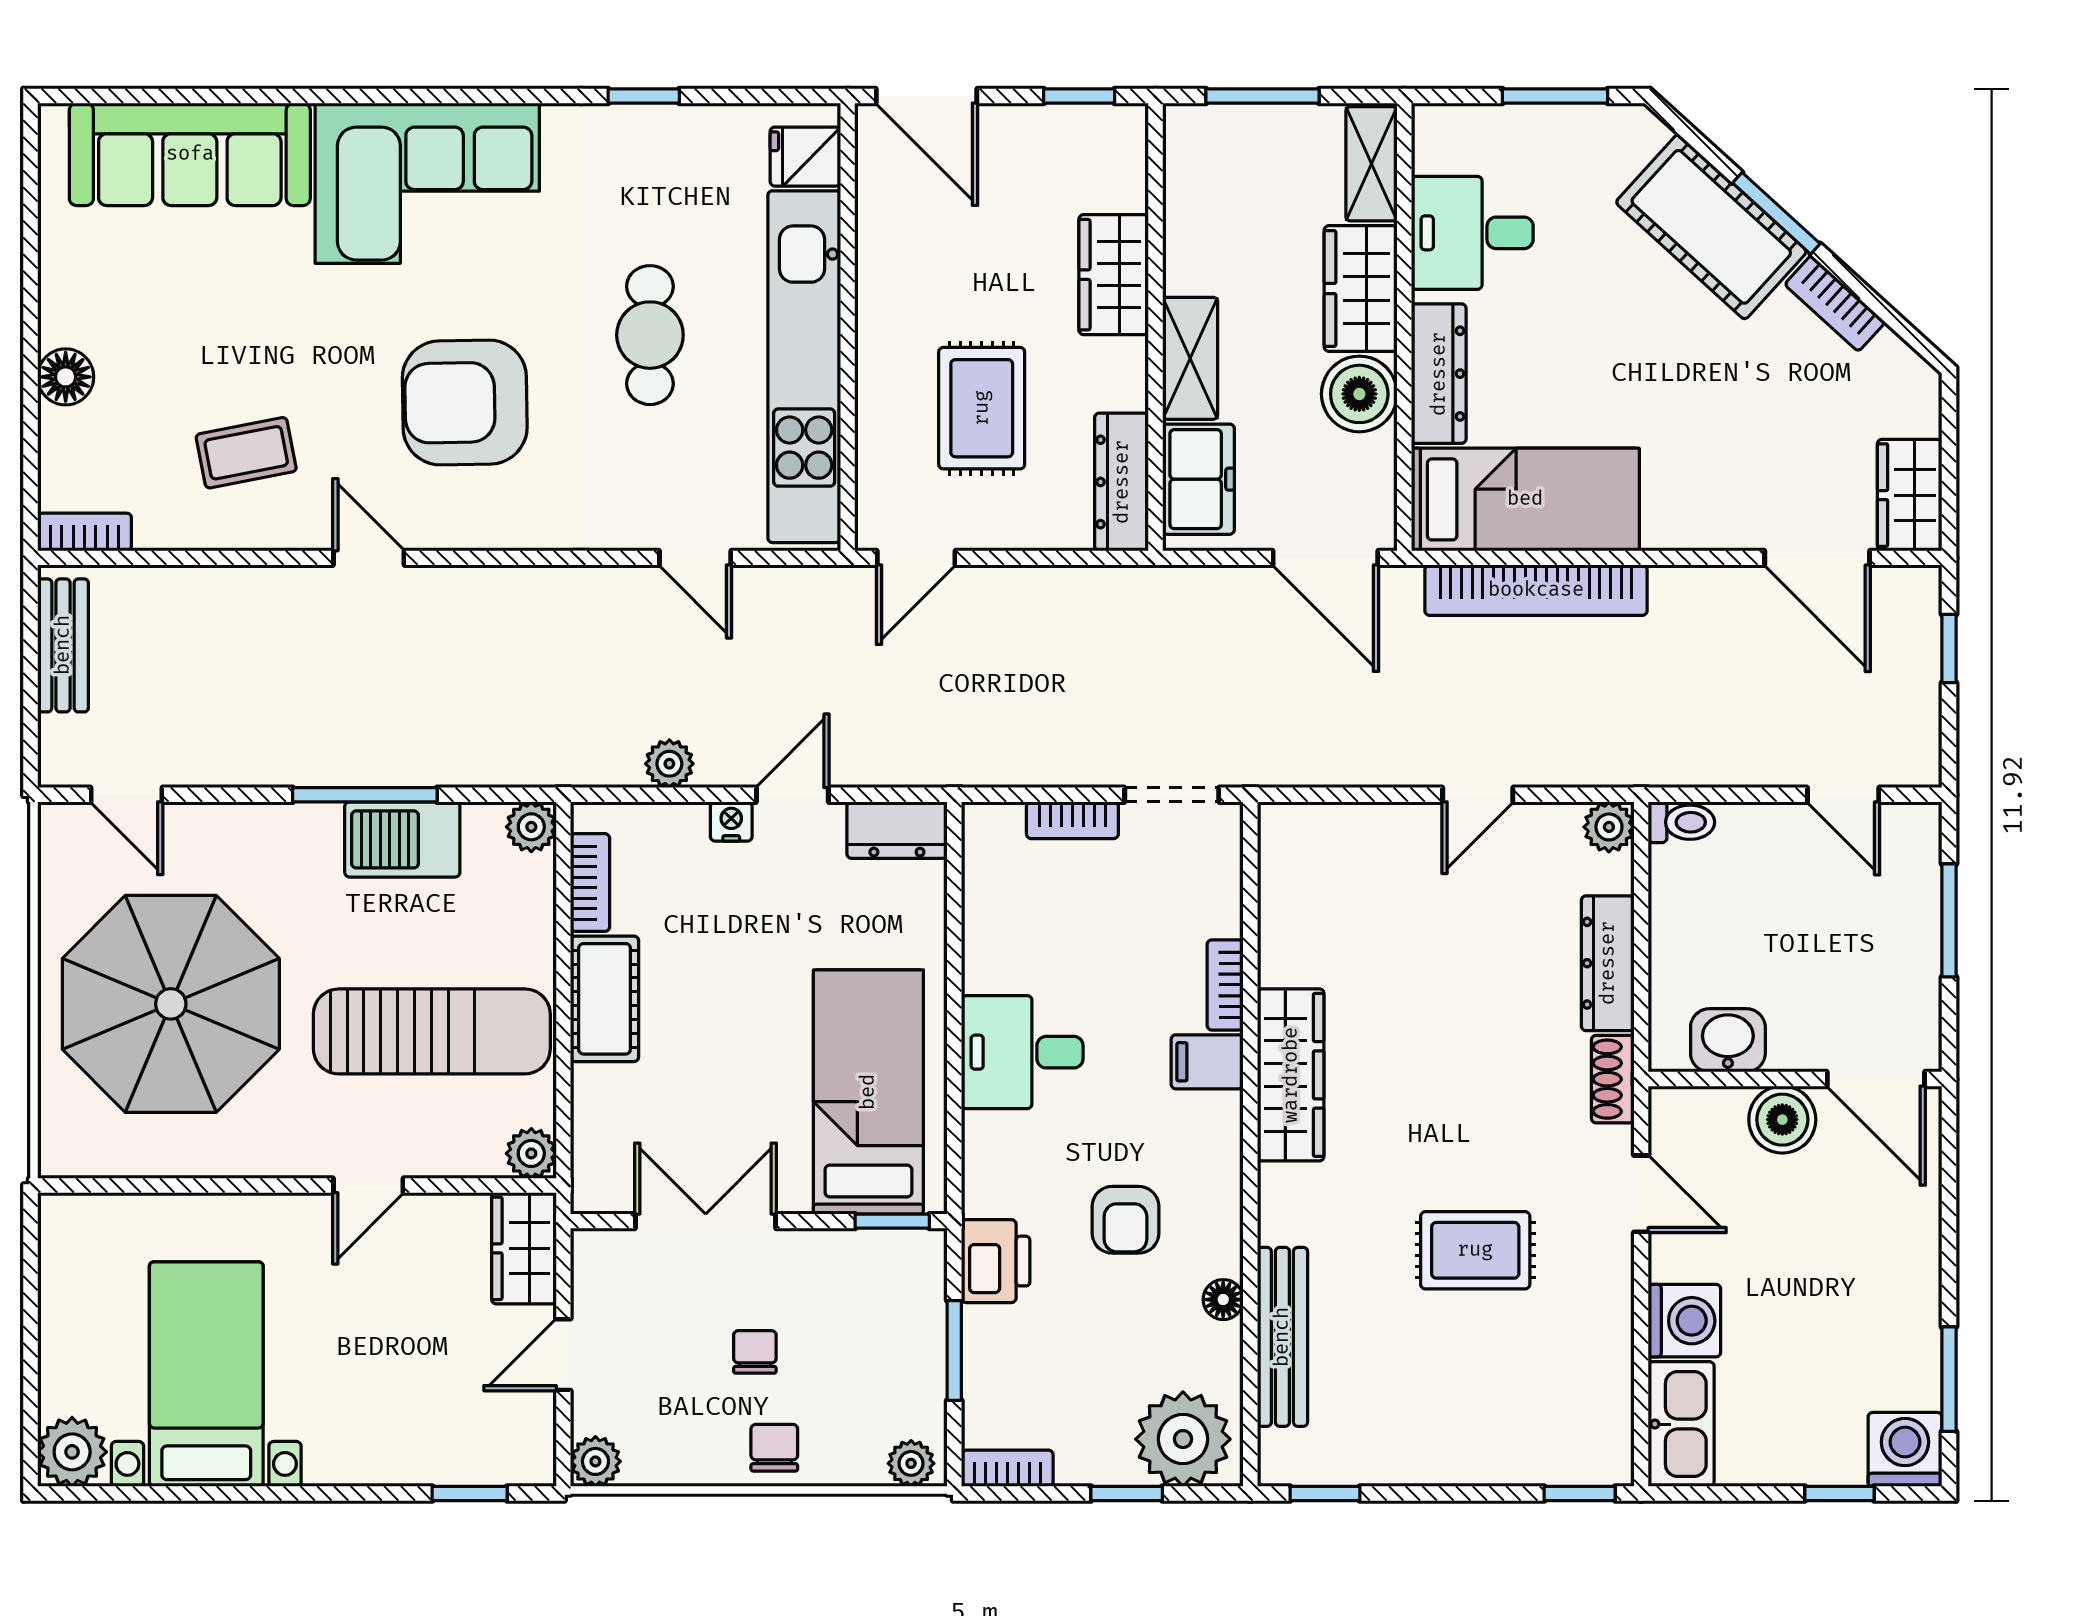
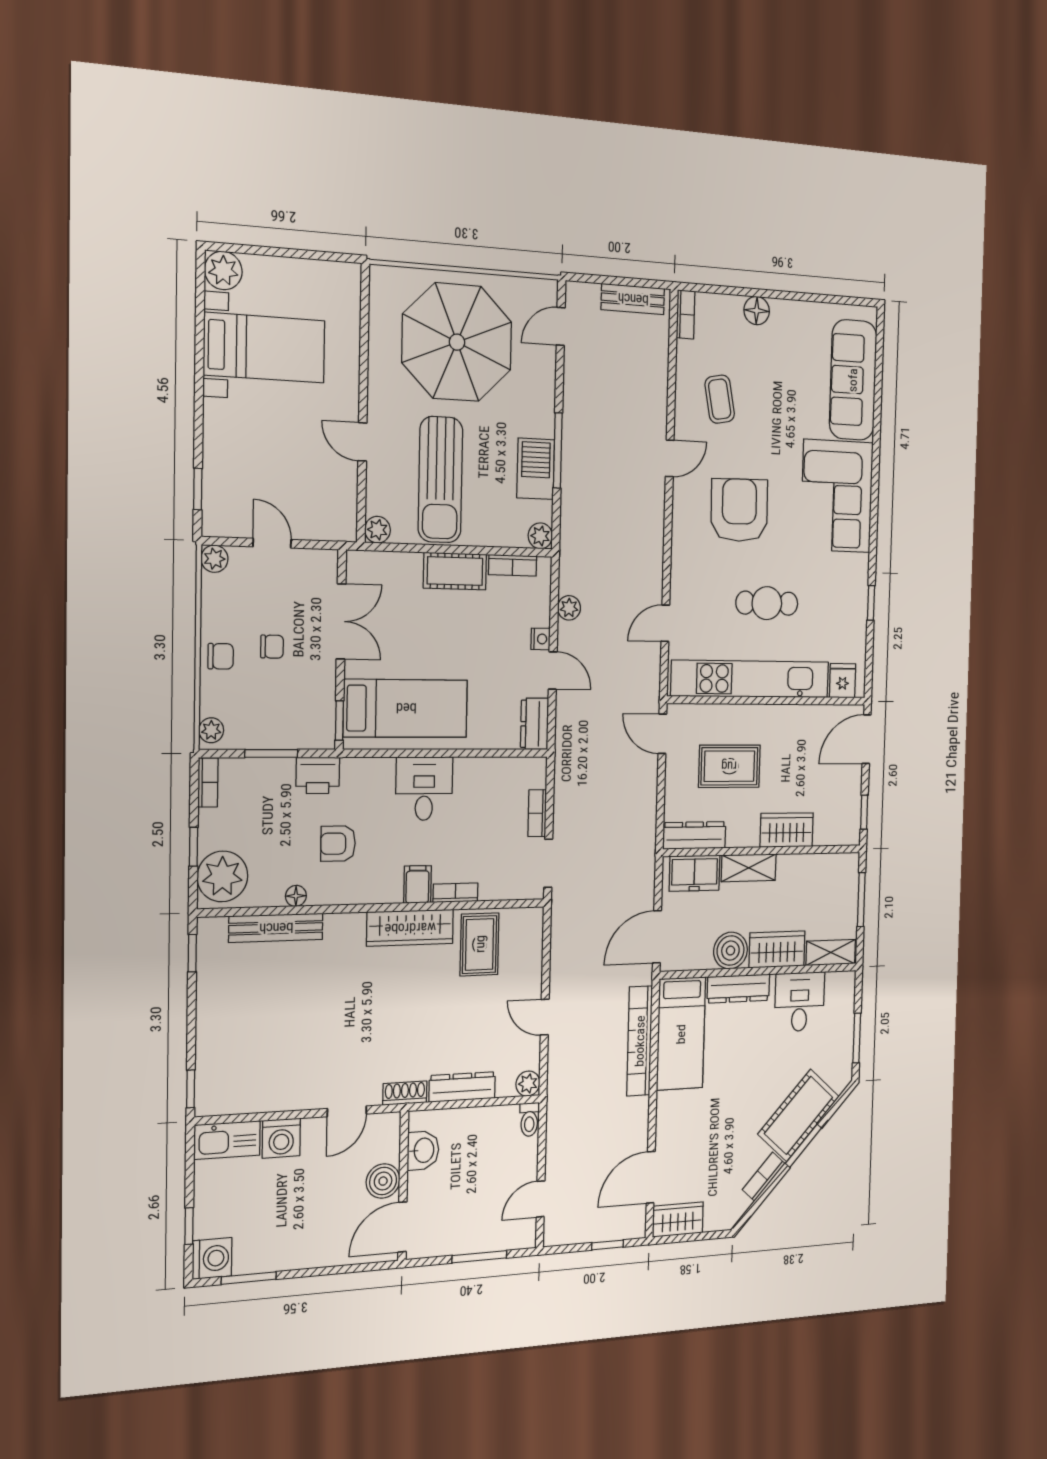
wardrobe: (524, 1248) -> (328, 524), removed
rug: (1475, 1250) -> (480, 944), moved

